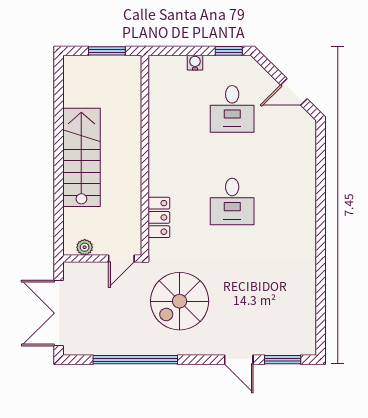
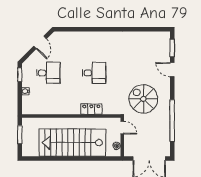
stairs: (81, 157) -> (72, 143), width x1.36, depth x1.51
locker: (159, 217) -> (91, 109), moved
spiral stairs: (180, 301) -> (143, 99), turned 180
door: (239, 360) -> (172, 70), swing flipped

